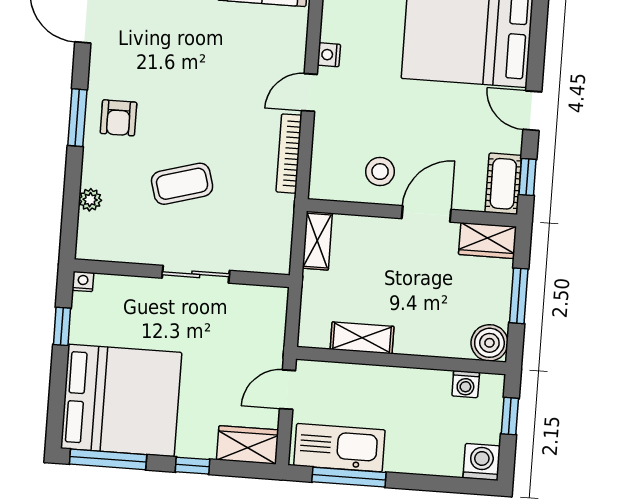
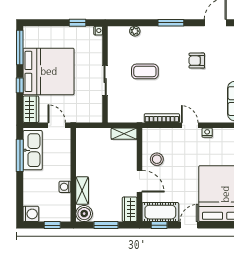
armchair: (118, 118) -> (197, 61), moved
coffee table: (182, 184) -> (145, 71), turned -74
cot: (503, 184) -> (160, 212), width x1.37, depth x1.34
shelving: (362, 338) -> (82, 191), moved
washing machine: (466, 384) -> (65, 187), moved
bed: (121, 400) -> (49, 71), moved, turned -90

